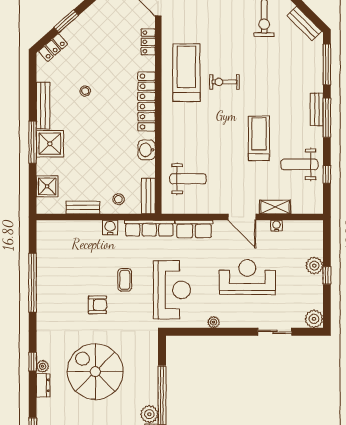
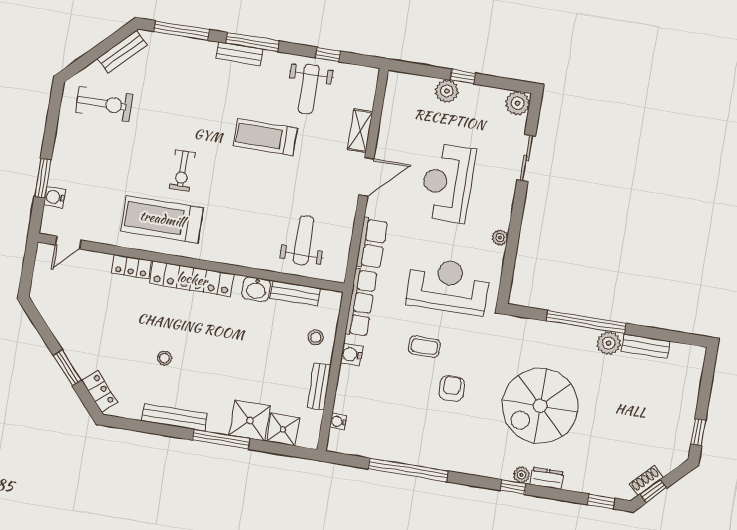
locker: (148, 42) -> (131, 267), moved
shower: (50, 144) -> (250, 420), moved
bench: (148, 196) -> (295, 293), moved
water cooler: (276, 226) -> (338, 421), moved

